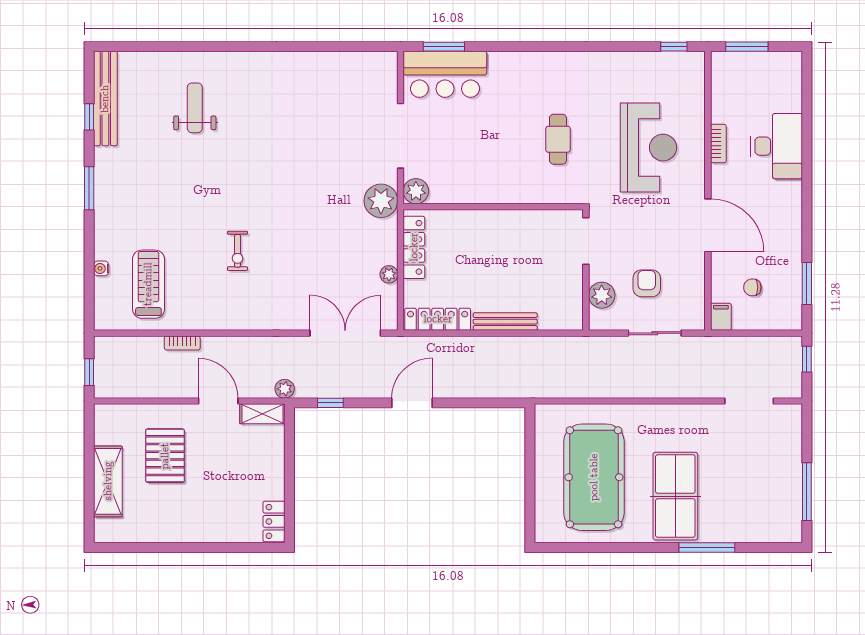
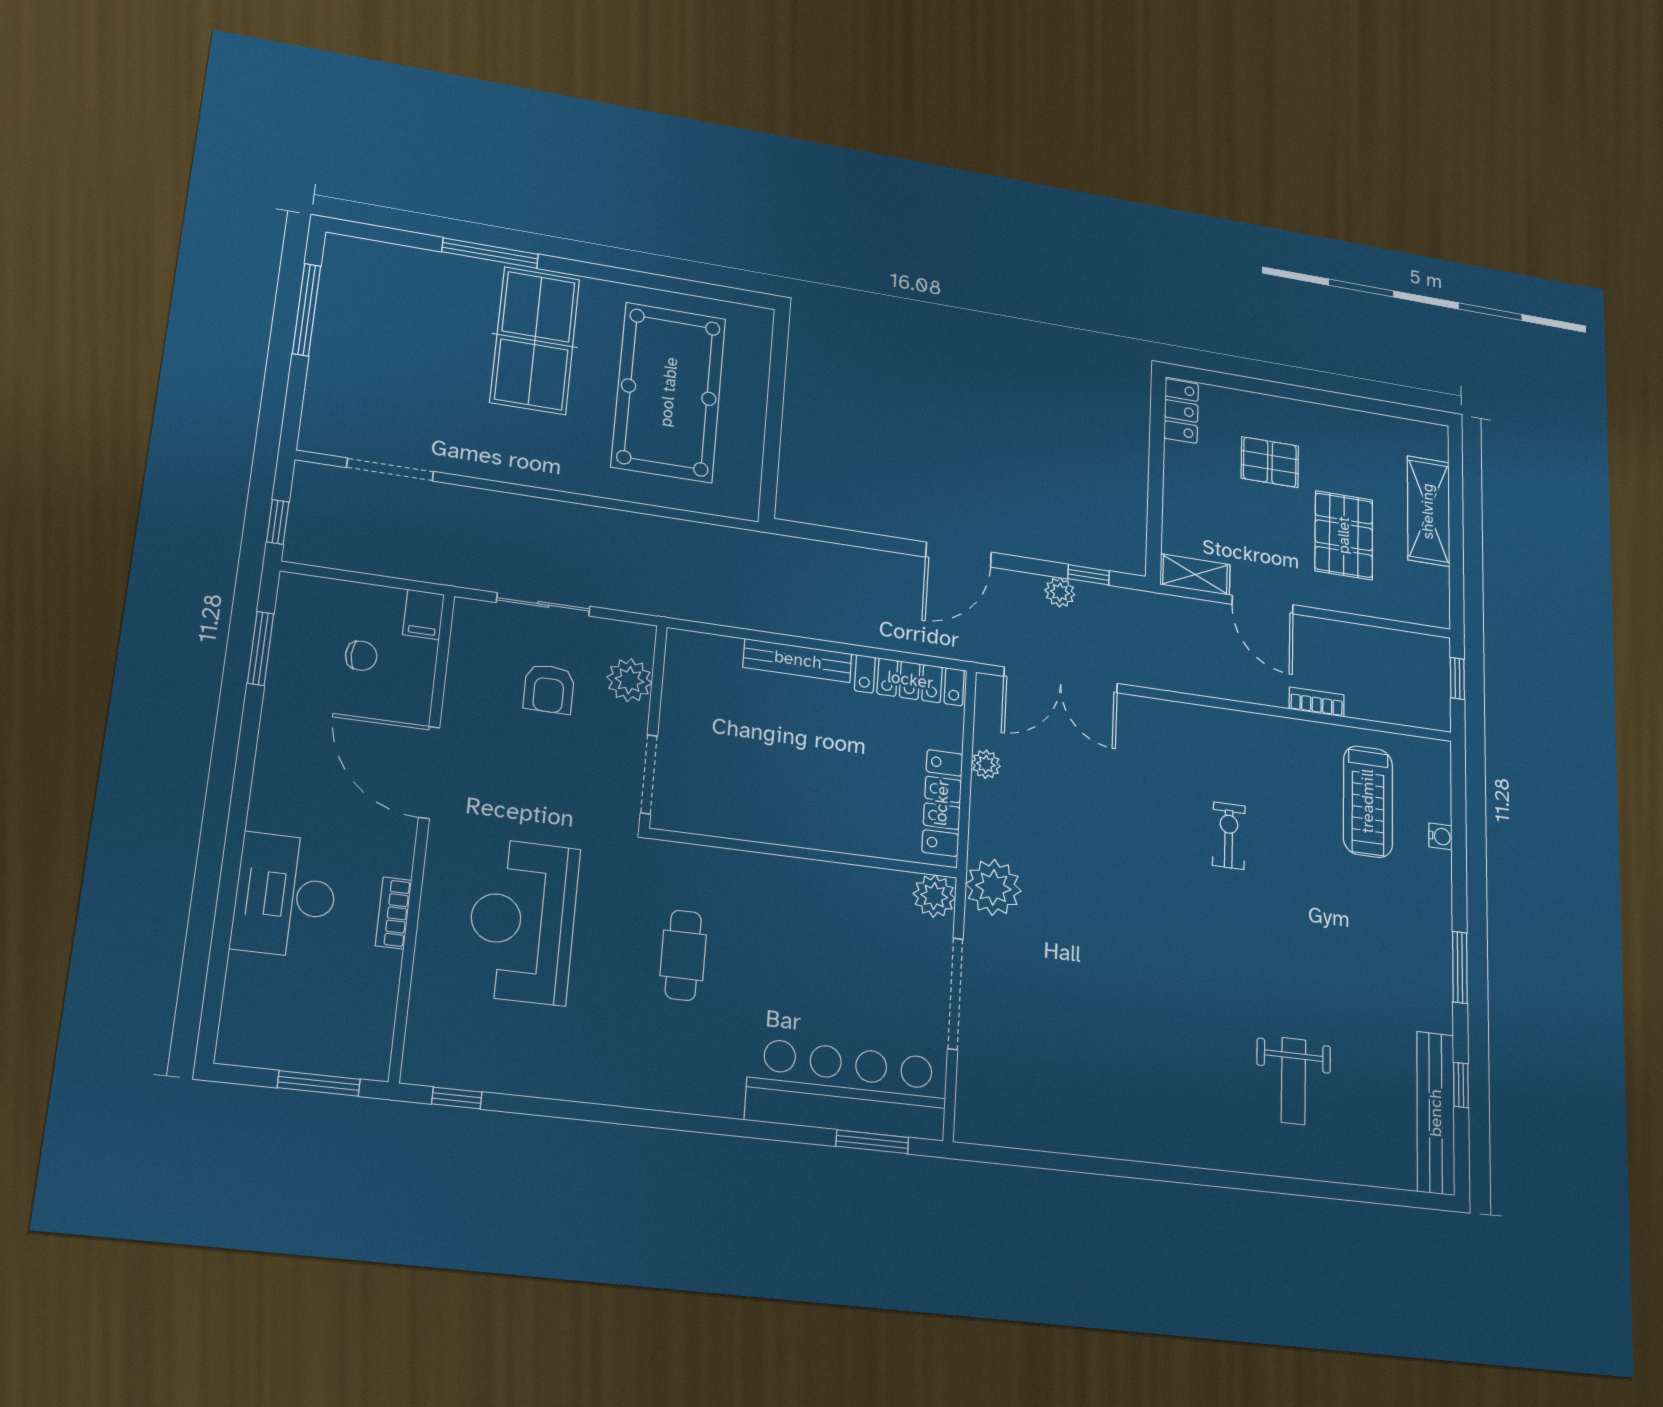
bar counter: (445, 74) -> (847, 1089), width x1.36
plant: (285, 389) -> (1060, 592), moved
pallet: (215, 497) -> (1270, 462), added

